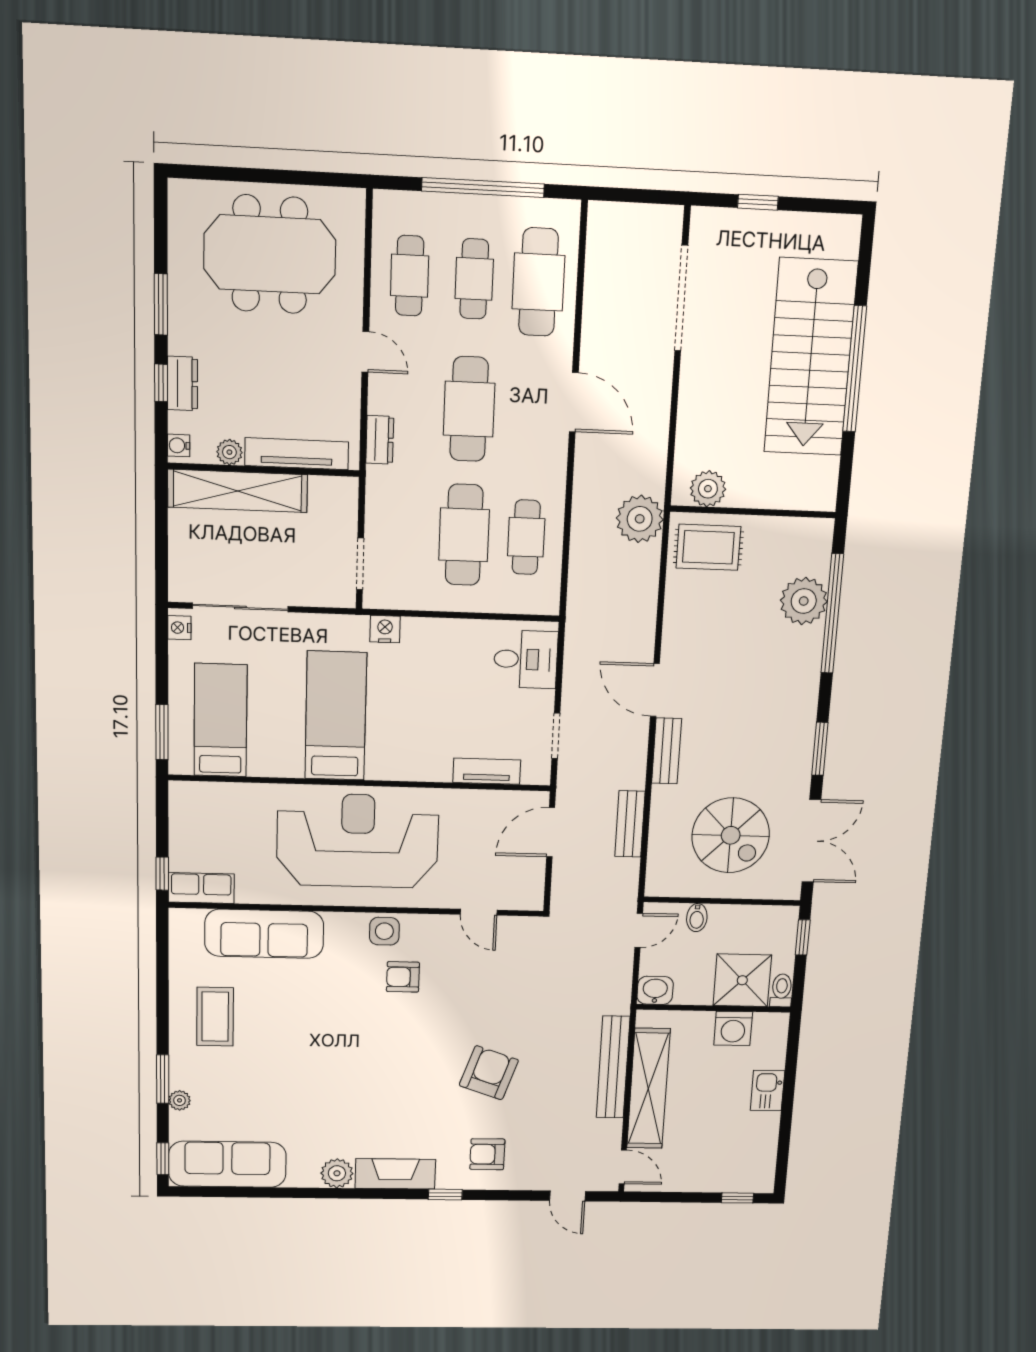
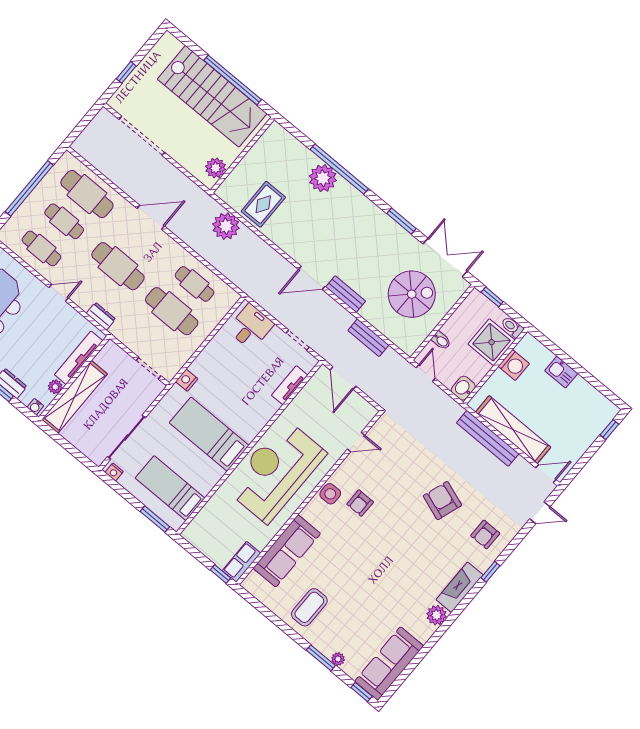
plant: (708, 489) -> (216, 168), moved
wall: (753, 512) -> (242, 155), moved
coffee table: (215, 1017) -> (309, 607), turned 90

